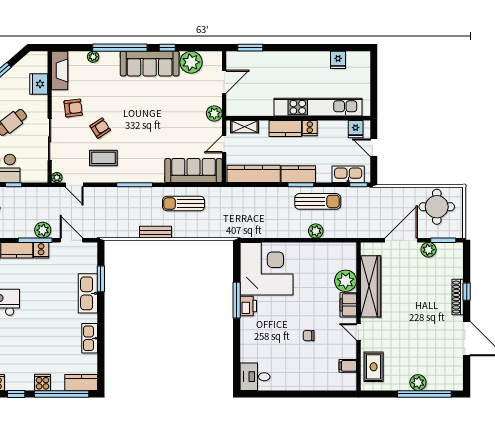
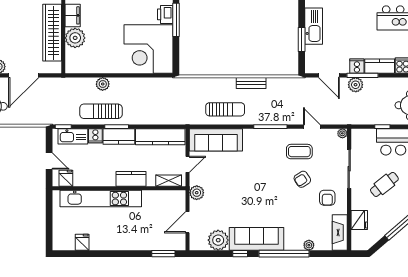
armchair: (73, 108) -> (327, 198), turned -83
cooker: (310, 128) -> (95, 136), moved, turned 180
door: (74, 185) -> (312, 127), moved

